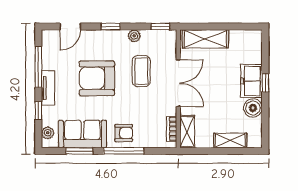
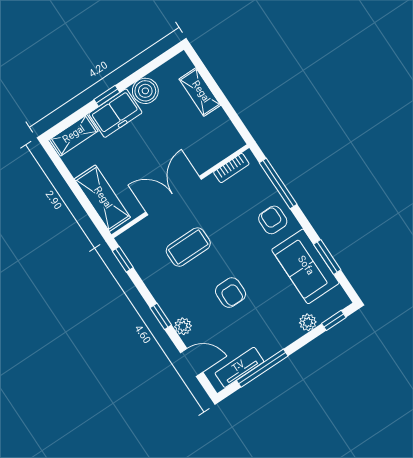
plant: (134, 36) -> (183, 326), moved
armchair: (97, 78) -> (230, 293), width x0.53, depth x0.53
tv unit: (48, 88) -> (239, 367), moved
window: (38, 111) -> (334, 320), moved
shelving: (187, 132) -> (74, 135), moved
plant: (48, 133) -> (308, 322), moved
window: (124, 151) -> (278, 183), moved

